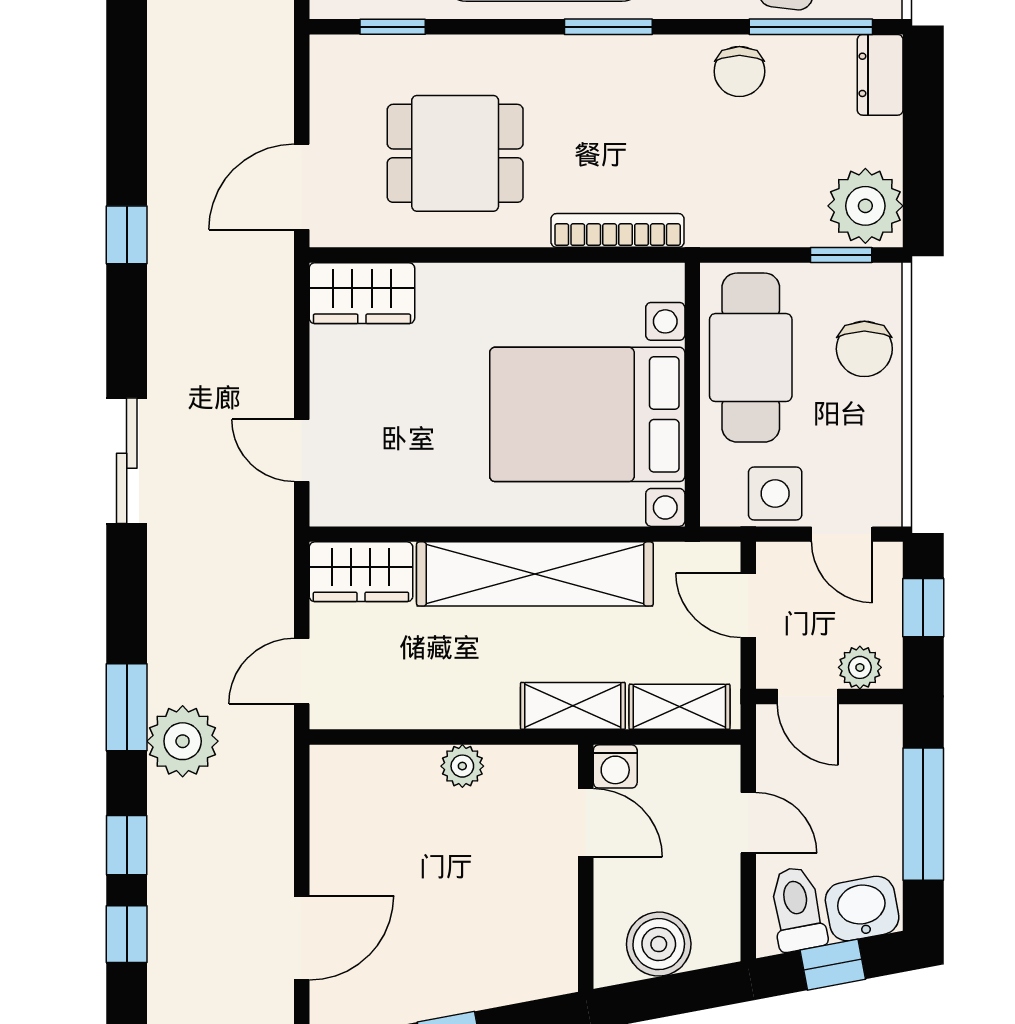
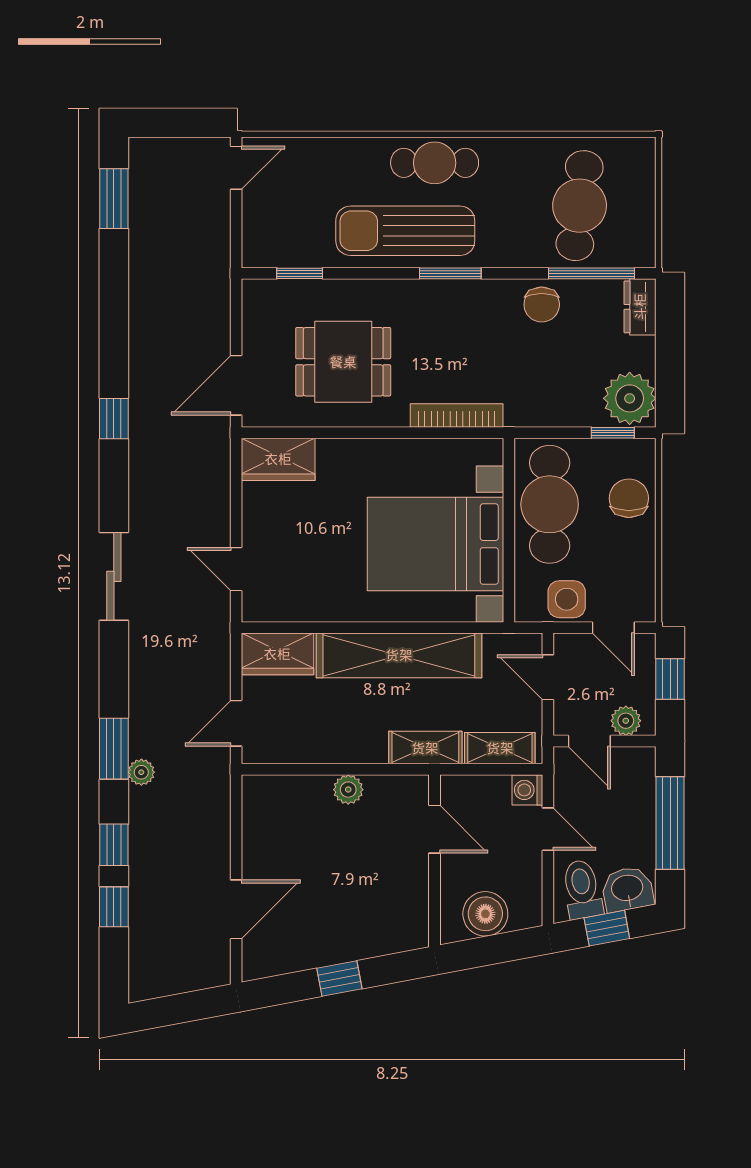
chair: (864, 349) -> (629, 498), turned 180
plant: (183, 741) -> (141, 772), width x0.53, depth x0.53
washing machine: (615, 766) -> (527, 790), moved, turned 90

